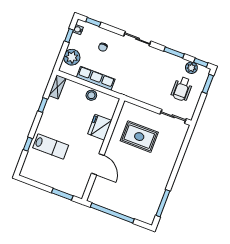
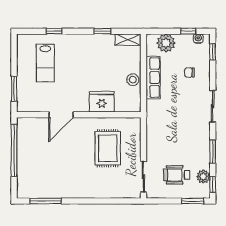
lab bench: (51, 146) -> (45, 63), moved

